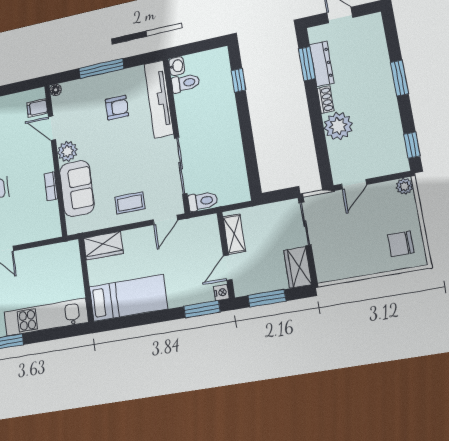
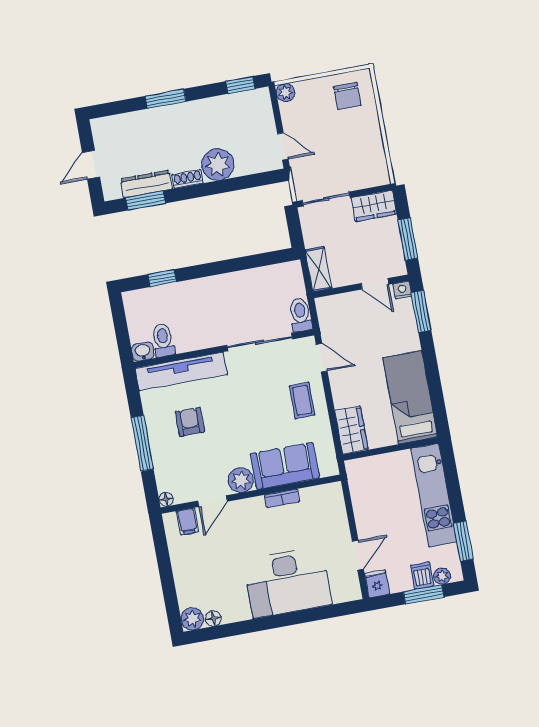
shelving: (234, 234) -> (318, 269), moved, turned 90

